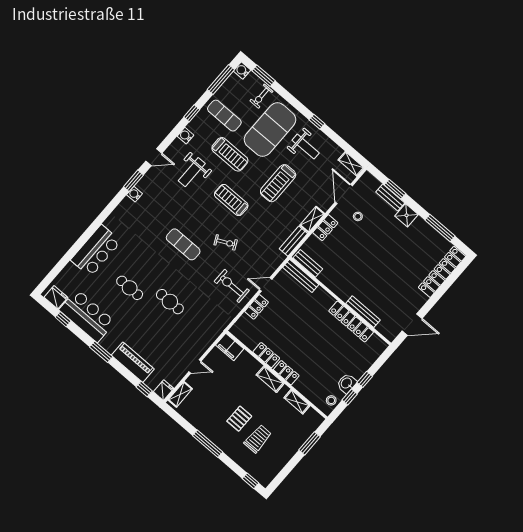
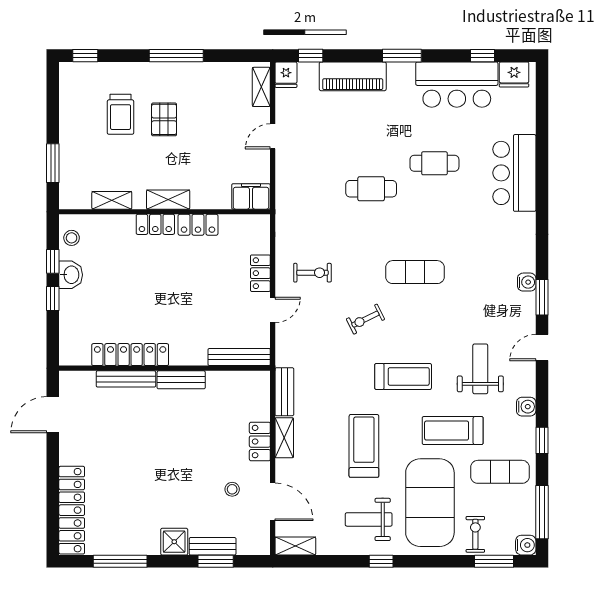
bench: (308, 263) -> (181, 380), moved
exercise bike: (232, 286) -> (312, 273), width x0.73, depth x0.72

